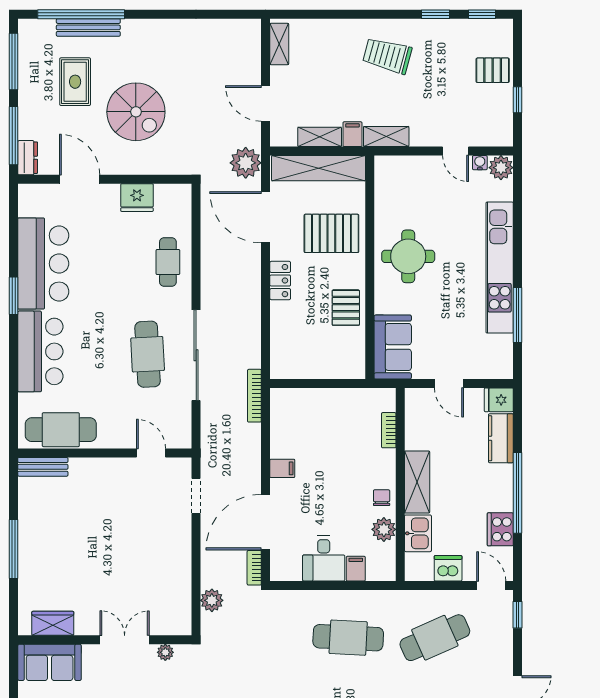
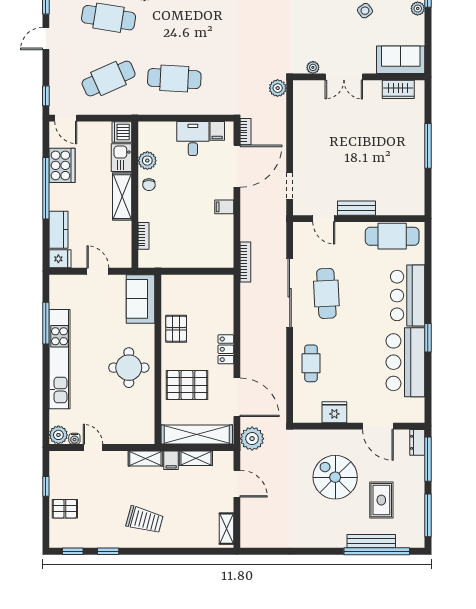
bench: (43, 467) -> (356, 208), moved
cooker: (500, 529) -> (62, 165), width x1.37, depth x1.31
dishwasher: (448, 568) -> (122, 132), moved, turned 90
filing cabinet: (356, 569) -> (217, 131), moved
plant: (212, 600) -> (278, 88), moved

